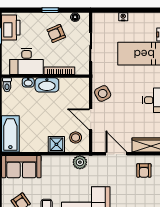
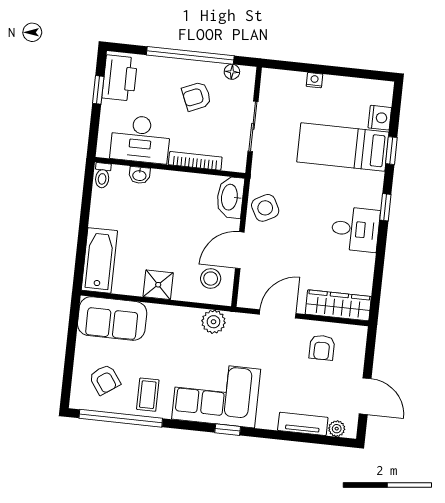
window: (50, 10) -> (190, 55), width x3.17
washbasin: (47, 85) -> (230, 197), moved, turned 90
door: (91, 119) -> (240, 250), hinge flipped
shower: (56, 144) -> (158, 285), moved
door: (116, 154) -> (278, 314), hinge flipped

